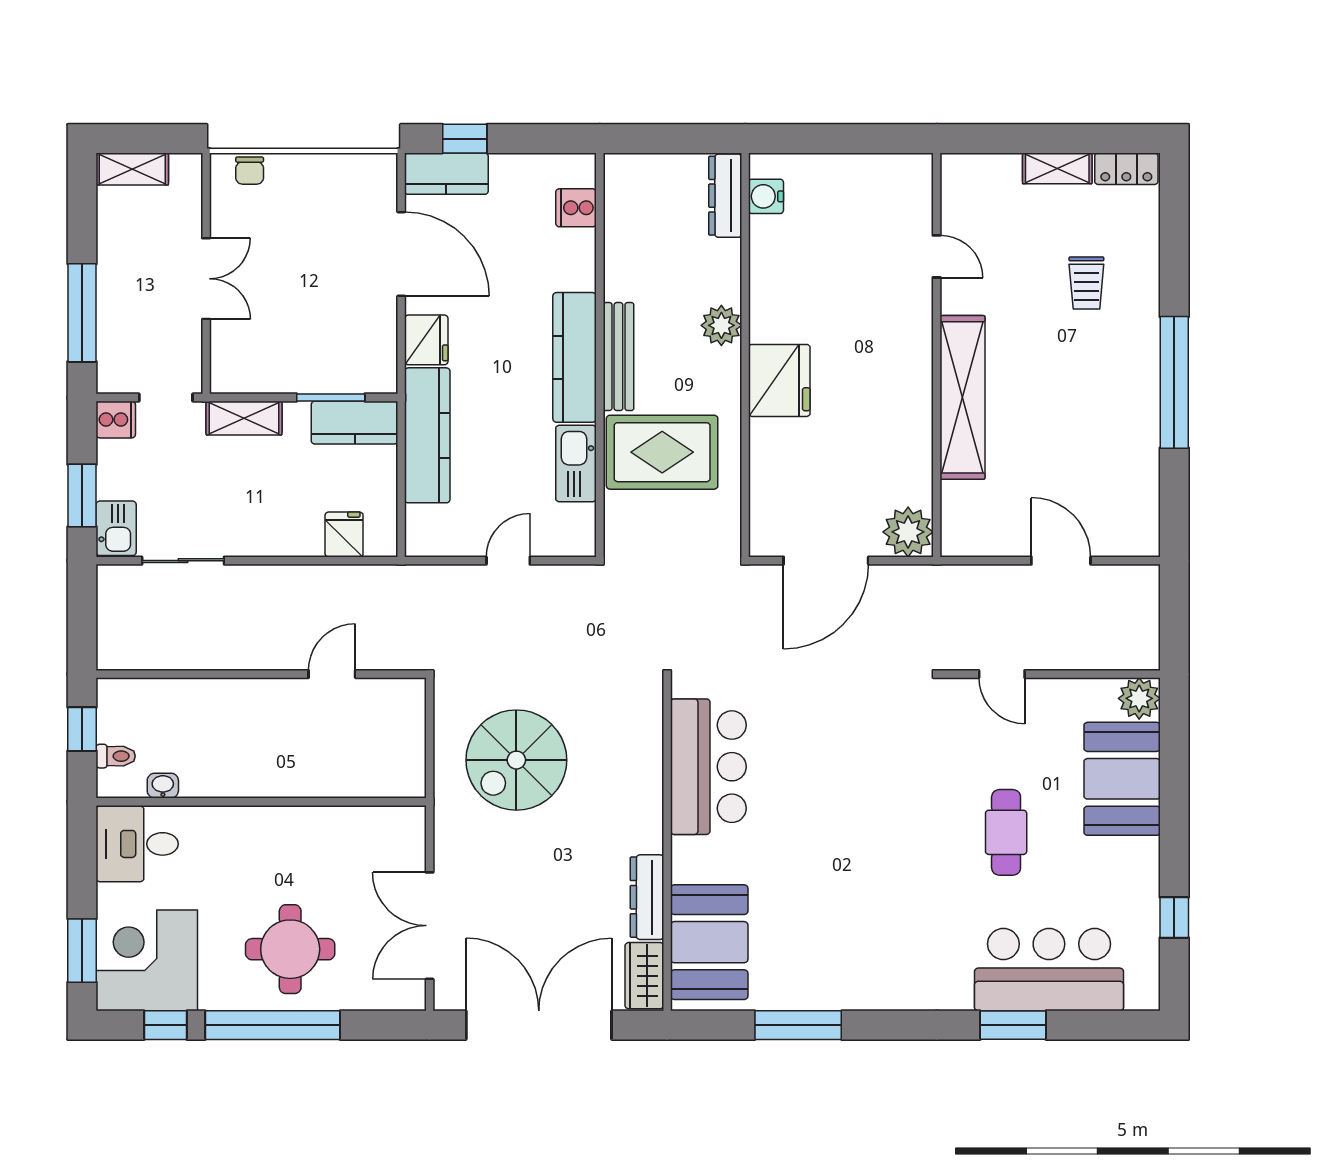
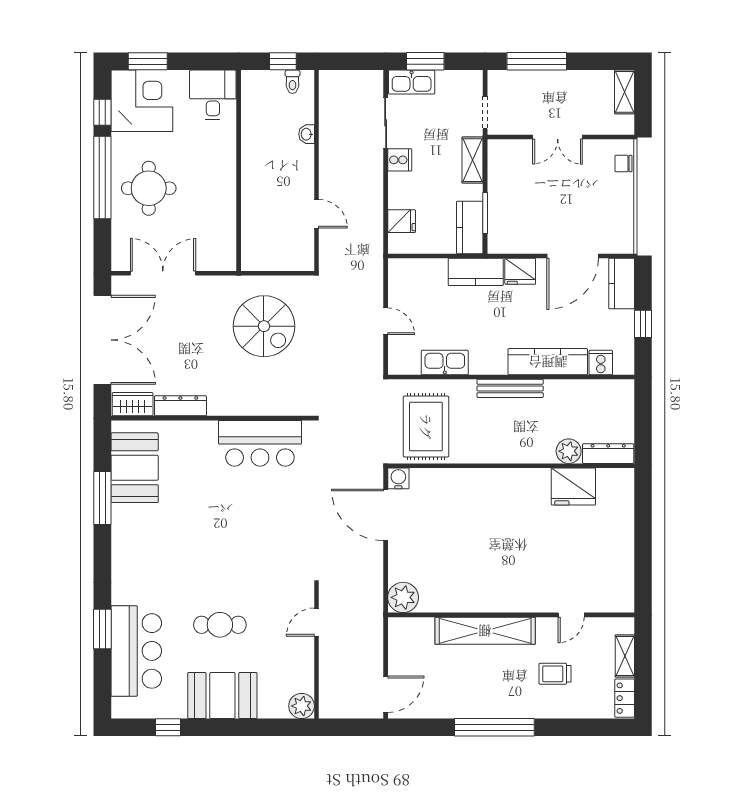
window: (465, 139) -> (643, 324), moved
water cooler: (766, 196) -> (398, 478), moved
door: (937, 256) -> (571, 615), moved
plant: (721, 325) -> (569, 451), moved
wall: (937, 355) -> (511, 615), moved
kitchen counter: (575, 357) -> (548, 362), moved
fridge: (779, 380) -> (573, 487), moved
shelving: (963, 397) -> (485, 631), moved
cooker: (116, 420) -> (400, 160), moved, turned -90
kitchen counter: (427, 435) -> (476, 272), width x0.67
rug: (662, 452) -> (426, 426), moved
kitchen sink: (116, 528) -> (412, 82), width x1.38
plant: (908, 532) -> (403, 597), moved
door: (1061, 561) -> (386, 694), moved
toilet: (116, 756) -> (293, 82), moved
spiral stairs: (516, 760) -> (264, 326), turned 180
booth: (1122, 779) -> (222, 695), moved
washbasin: (163, 786) -> (307, 134), moved, turned 180
booth: (709, 942) -> (135, 468), moved, turned 90

